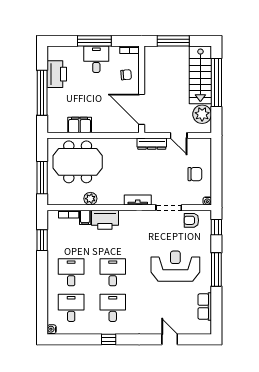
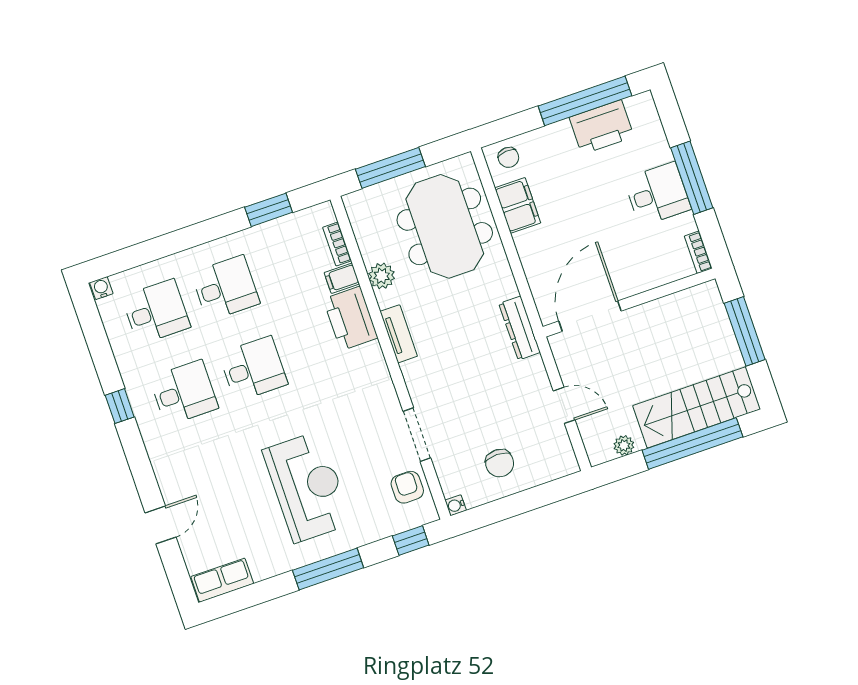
chair: (126, 75) -> (508, 157), moved
window: (42, 93) -> (585, 101), moved
plant: (202, 114) -> (624, 445), width x0.53, depth x0.53
door: (179, 135) -> (564, 405), swing flipped
dresser: (152, 144) -> (520, 328), moved
tv unit: (138, 200) -> (399, 334), moved
row of seats: (205, 307) -> (222, 580), moved

